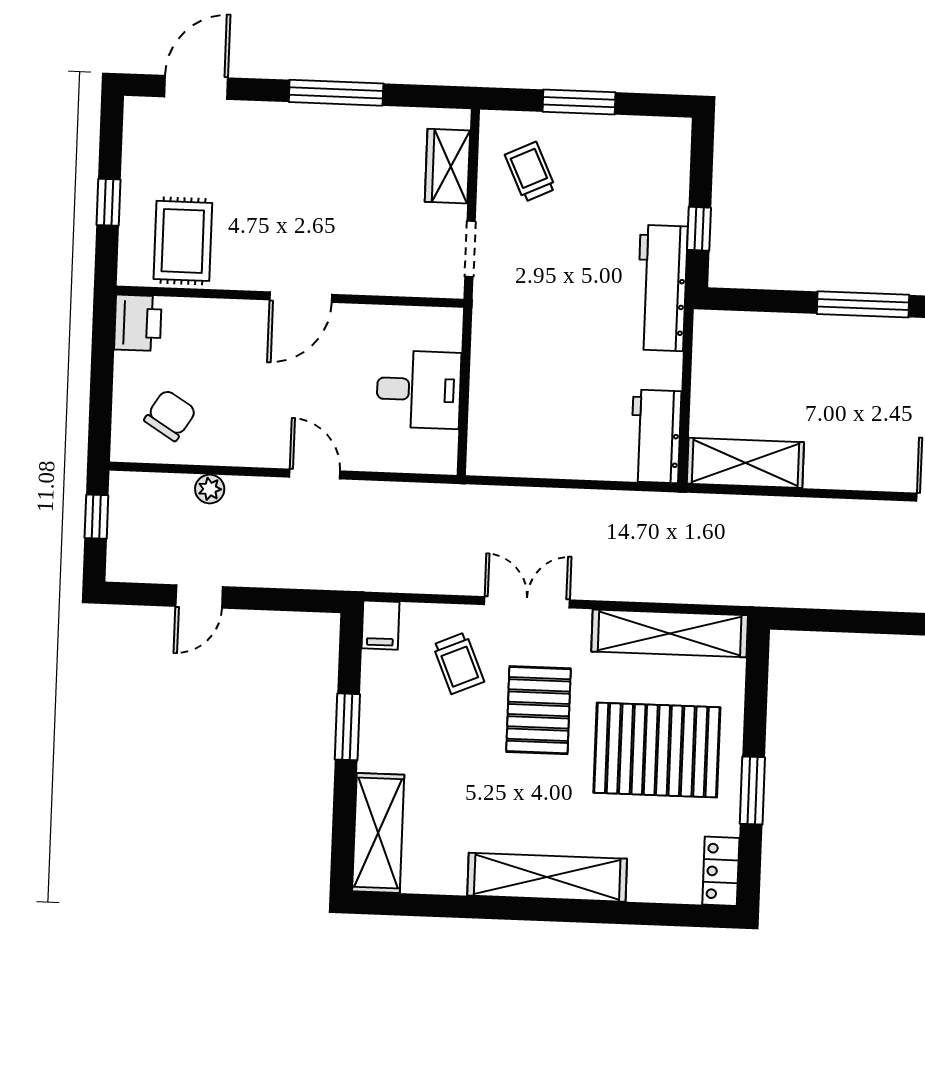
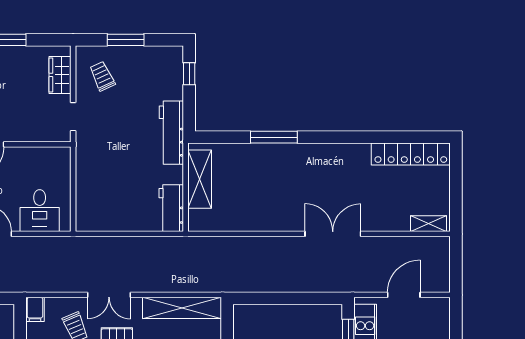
window: (699, 229) -> (189, 74), moved
desk: (419, 390) -> (40, 211), moved, turned 90
shelving: (745, 463) -> (200, 179), moved, turned 90
double door: (527, 602) -> (109, 295), swing flipped

